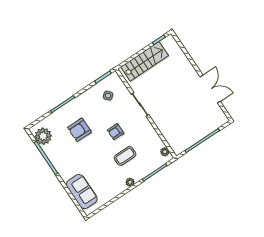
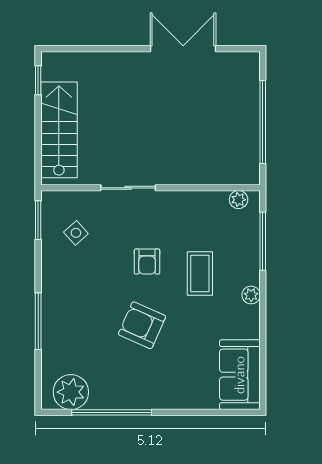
armchair: (79, 130) -> (142, 325), moved, turned 114
sofa: (82, 192) -> (240, 375), moved, turned -90

